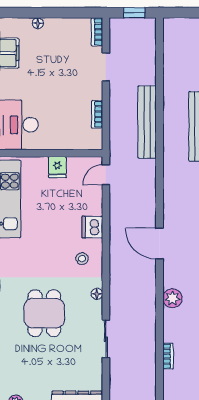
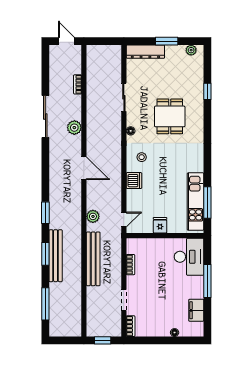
plant: (147, 179) -> (93, 216), added

